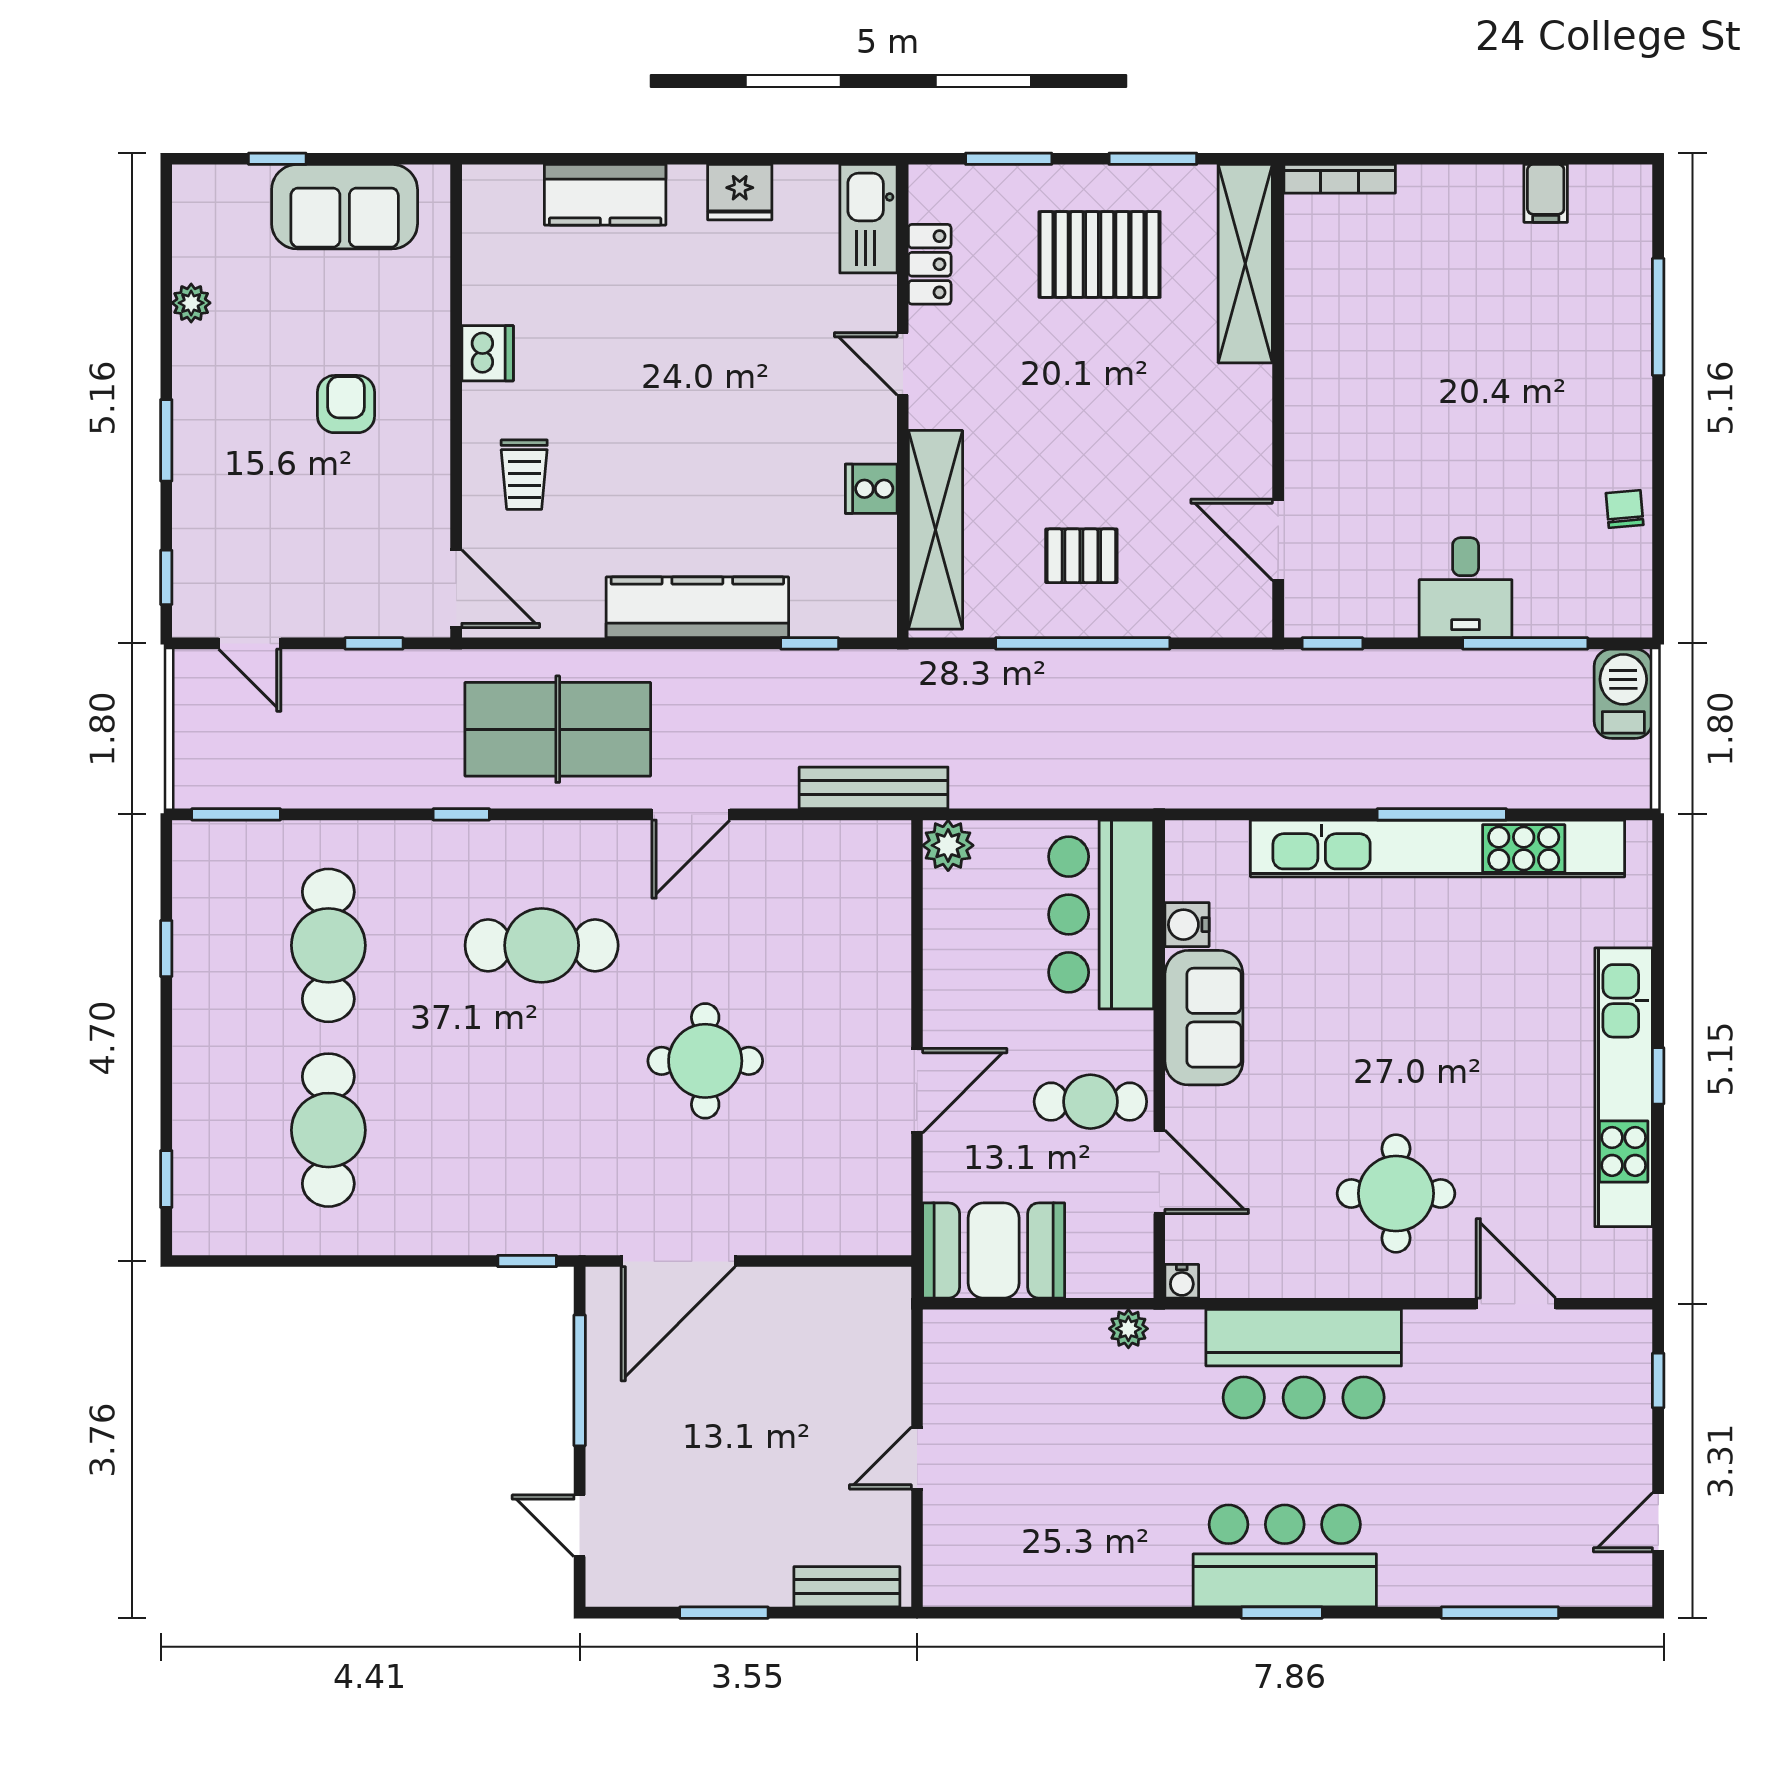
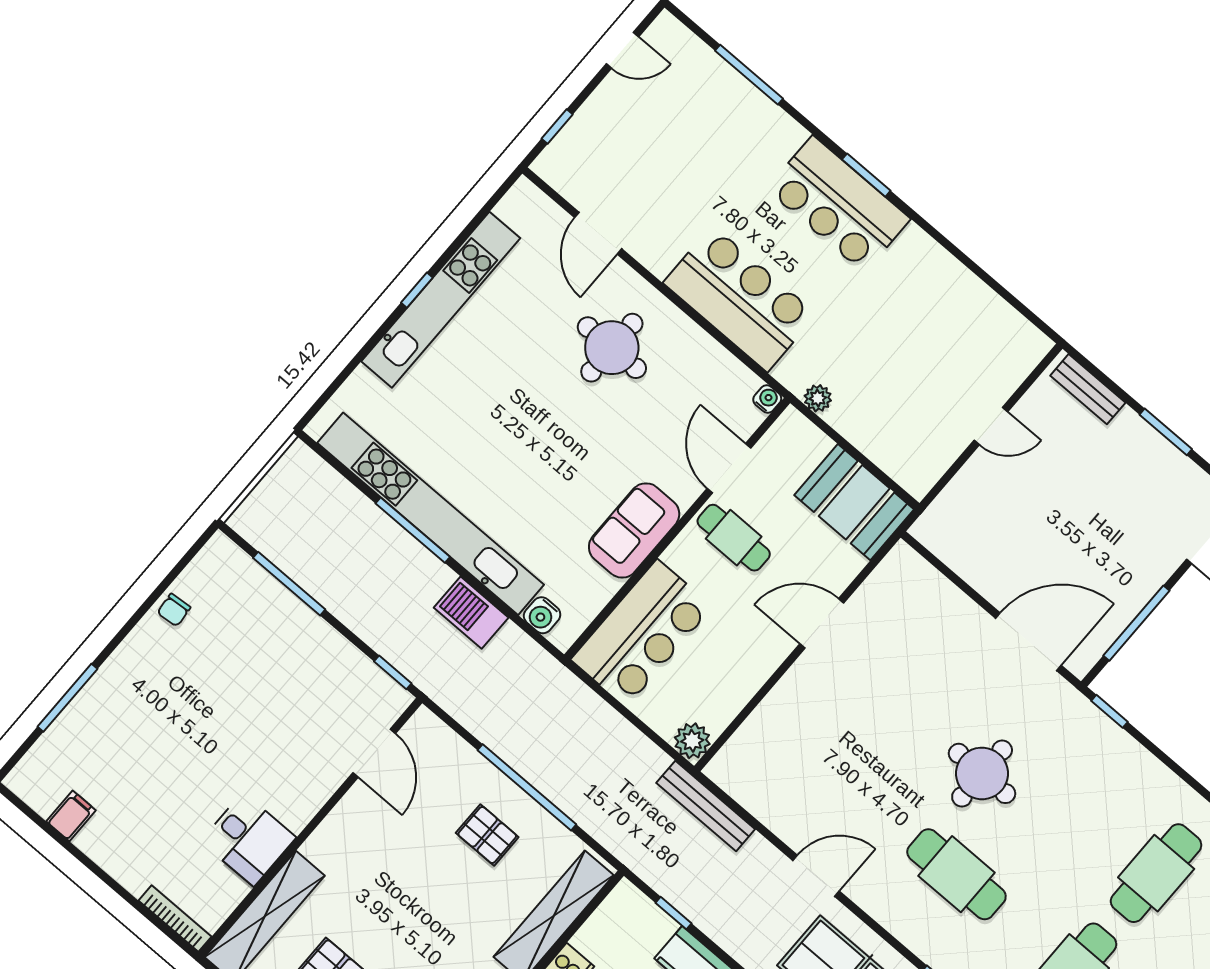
desk: (1466, 588) -> (248, 839), moved, turned 90
barbecue: (1623, 694) -> (471, 613), moved, turned 90
water cooler: (1187, 925) -> (542, 615), moved, turned 90
round table: (705, 1061) -> (982, 773), moved

